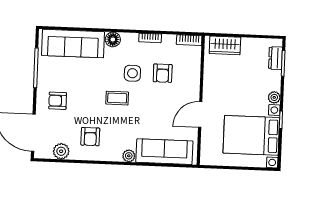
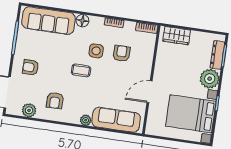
dresser: (275, 58) -> (217, 55), width x1.44
armchair: (163, 73) -> (122, 53), turned 180
plant: (274, 97) -> (210, 79), width x1.88, depth x1.88

